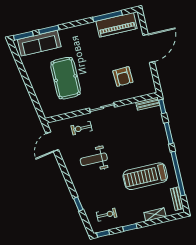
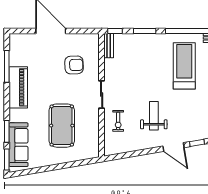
piano: (117, 25) -> (18, 87), moved
pool table: (66, 78) -> (62, 126), turned 90
door: (52, 142) -> (173, 147), moved
weight bench: (94, 159) -> (154, 116), turned 180
treadmill: (145, 176) -> (184, 66), turned 180

